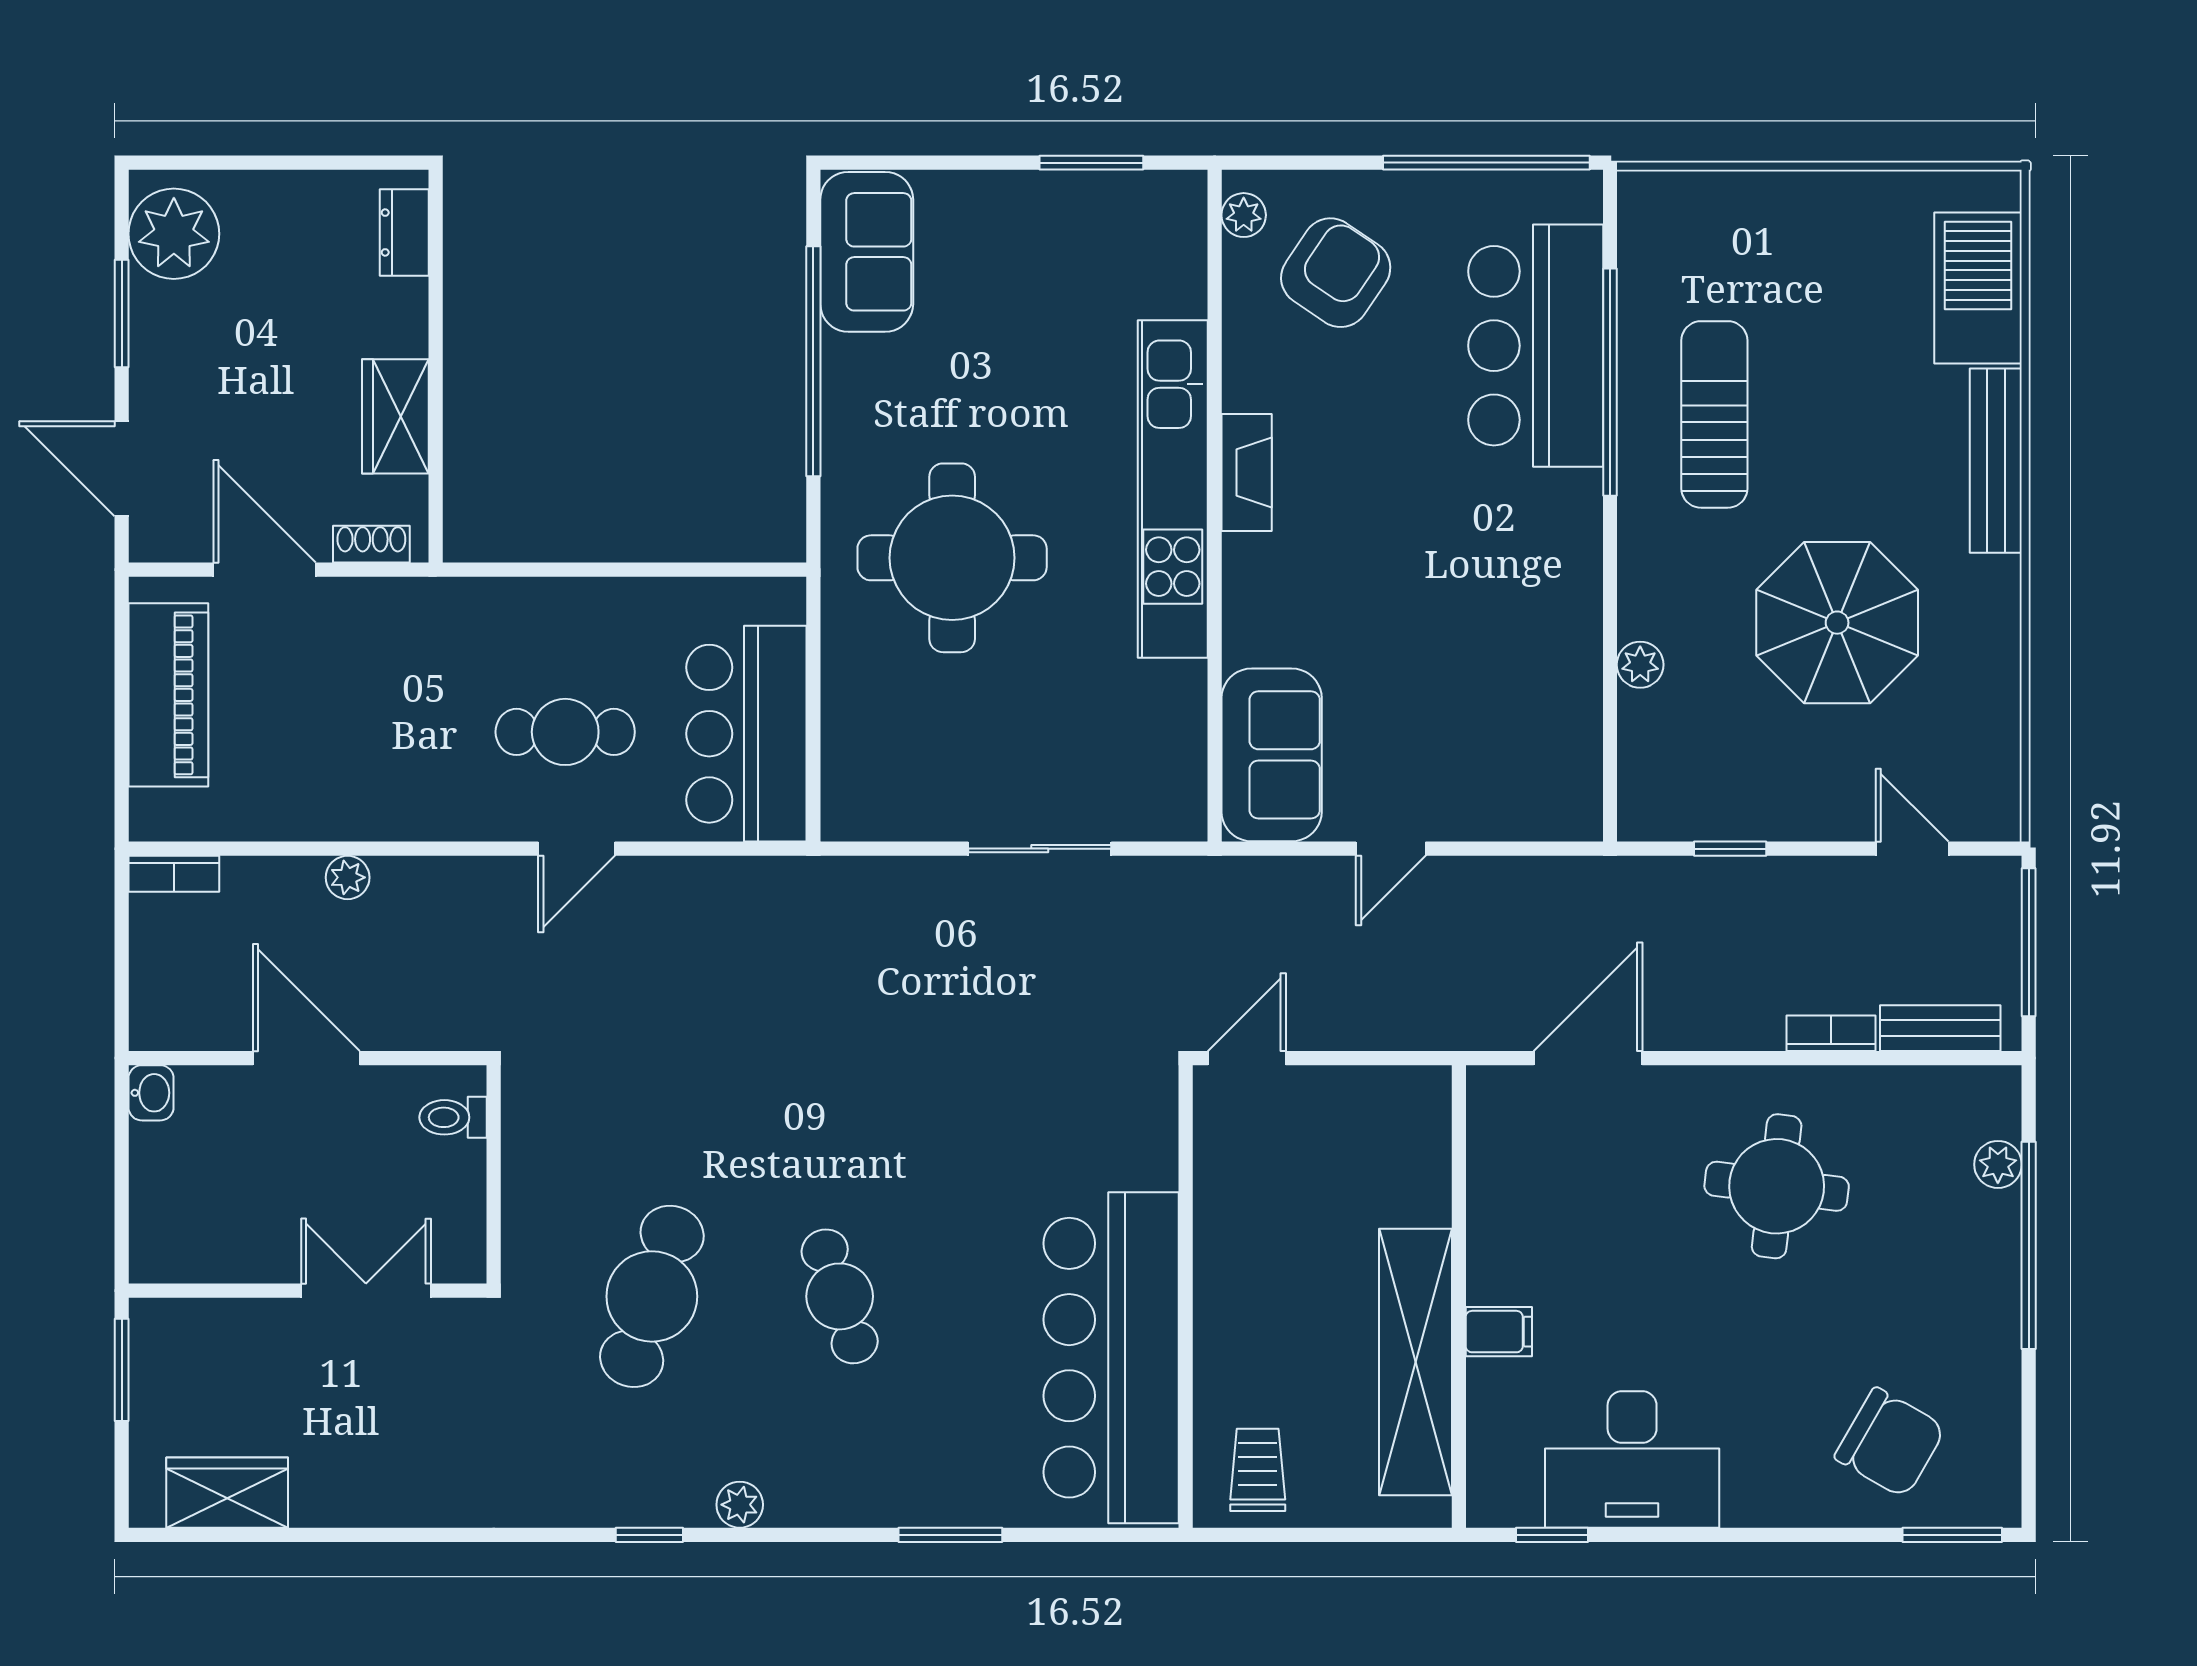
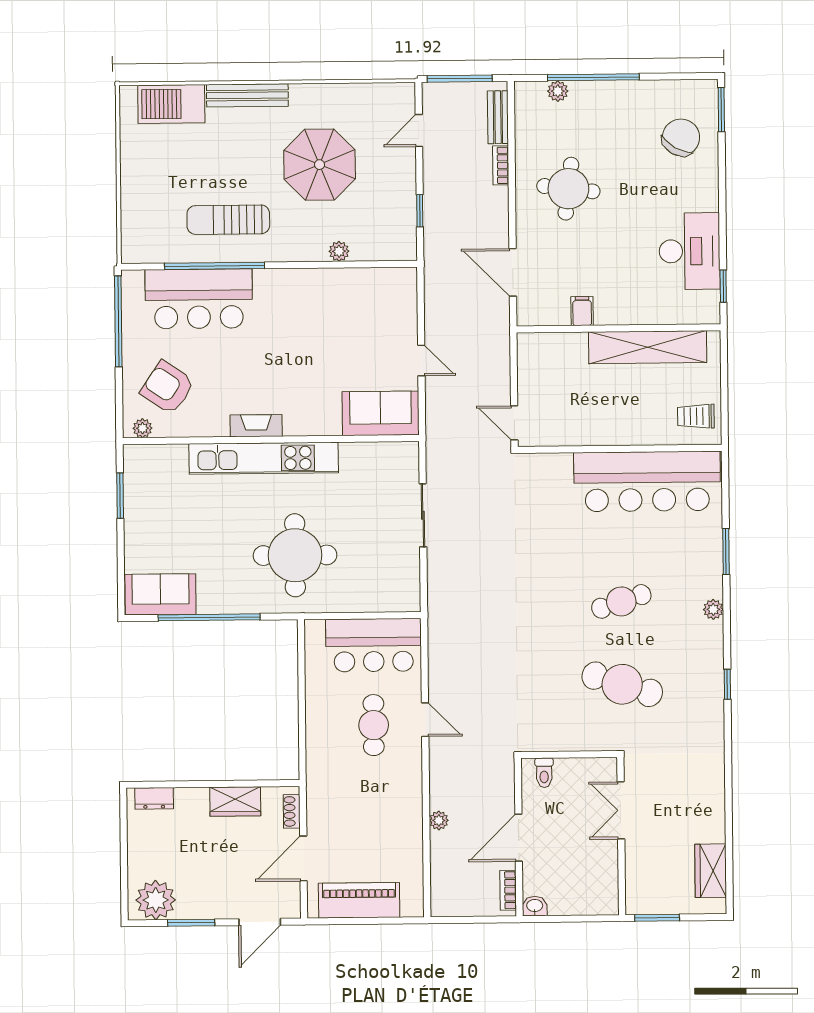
bookcase: (174, 874) -> (508, 890), moved, turned 180
filing cabinet: (1499, 1332) -> (582, 311), moved
plant: (740, 1505) -> (713, 609), moved

